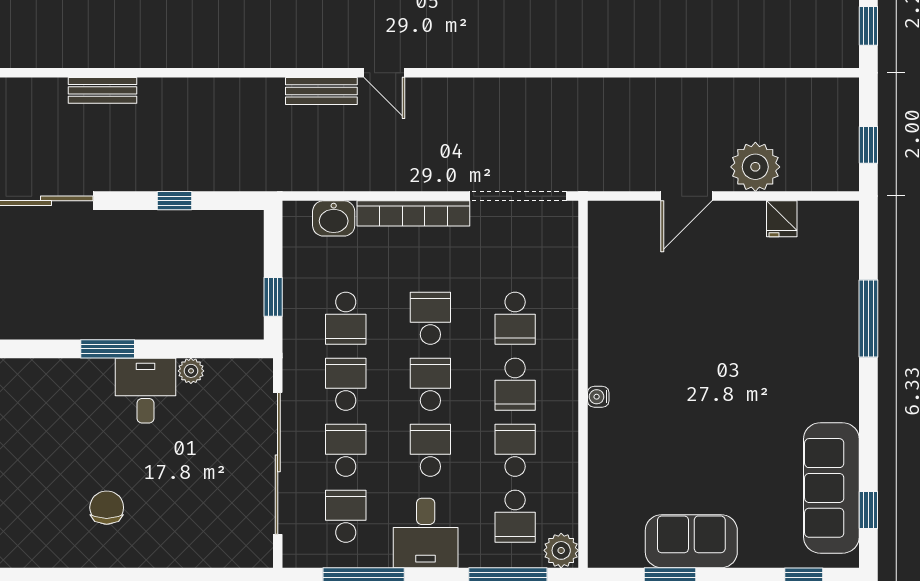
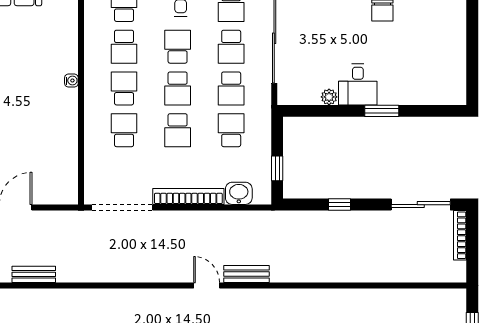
bench: (102, 90) -> (34, 274), moved
window: (273, 297) -> (277, 168), moved
school desk: (430, 450) -> (178, 47), turned 180

